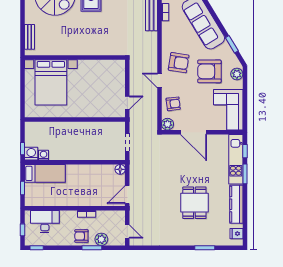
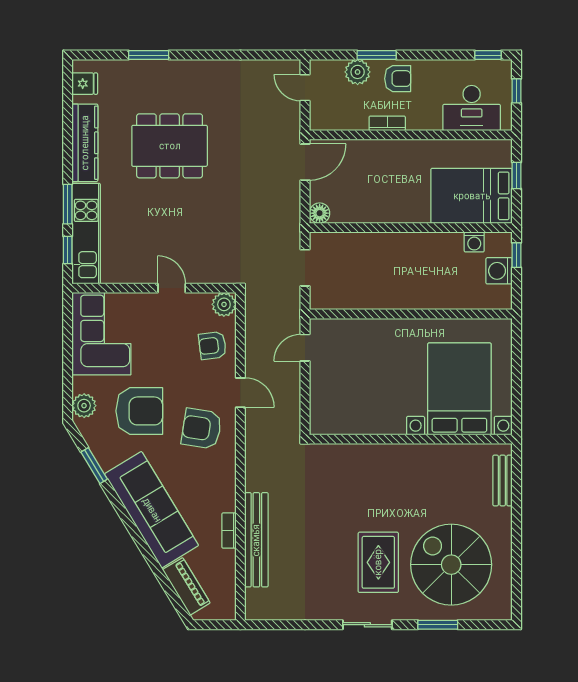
door: (193, 132) -> (172, 288), width x0.53
washing machine: (31, 154) -> (499, 271), moved, turned 90
bed: (45, 173) -> (472, 196), width x1.50
dining table: (194, 203) -> (170, 146), width x1.38

